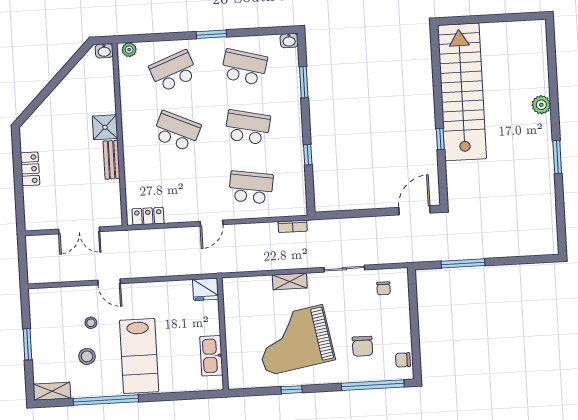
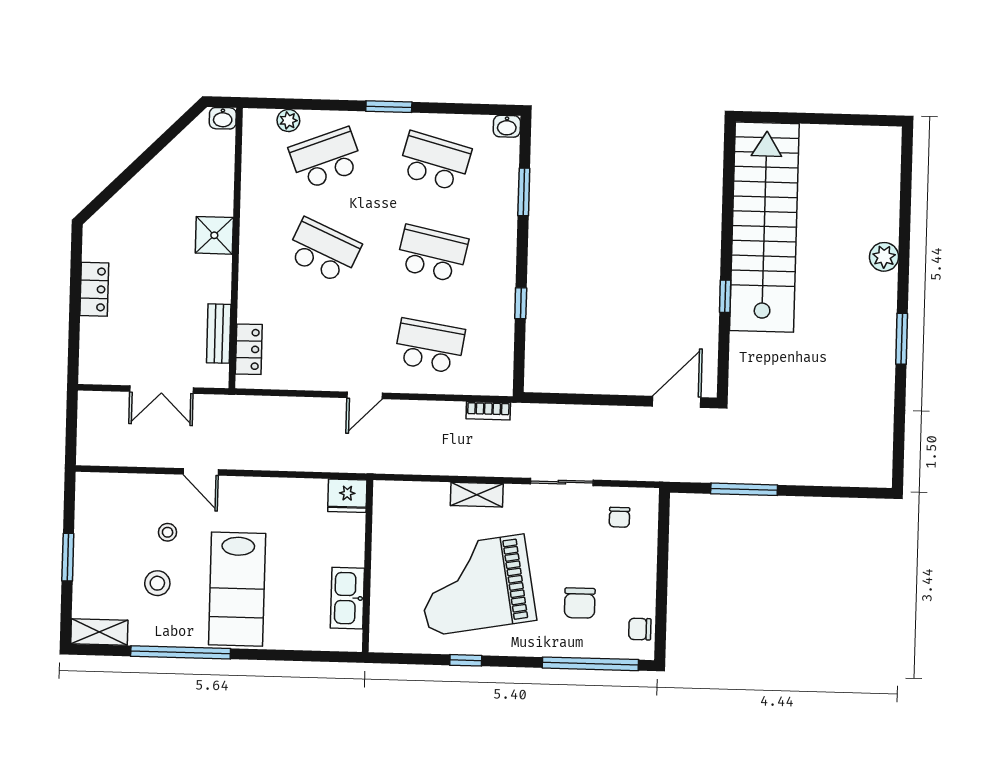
plant: (129, 50) -> (288, 120), moved
bench: (112, 160) -> (219, 334), moved
locker: (148, 216) -> (249, 349), moved, turned 90

